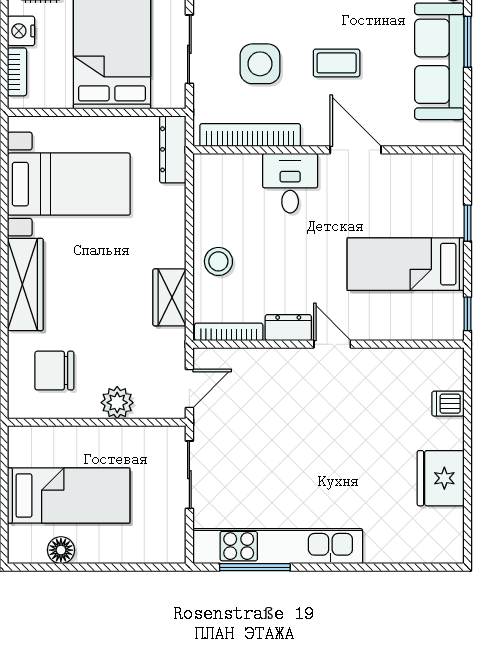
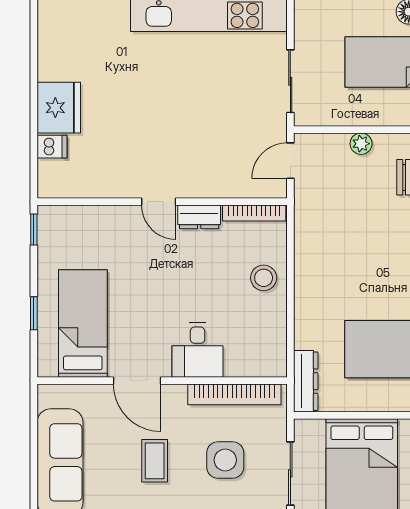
window: (467, 42) -> (34, 480), removed
coffee table: (337, 63) -> (155, 461), turned 90
bed: (406, 264) -> (83, 324), moved, turned -90
wardrobe: (169, 297) -> (309, 245), removed
plant: (117, 403) -> (361, 144), width x0.73, depth x0.73
fridge: (441, 478) -> (59, 108), moved

